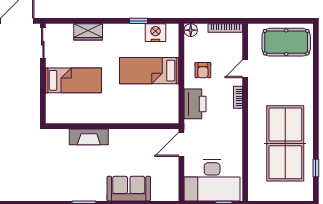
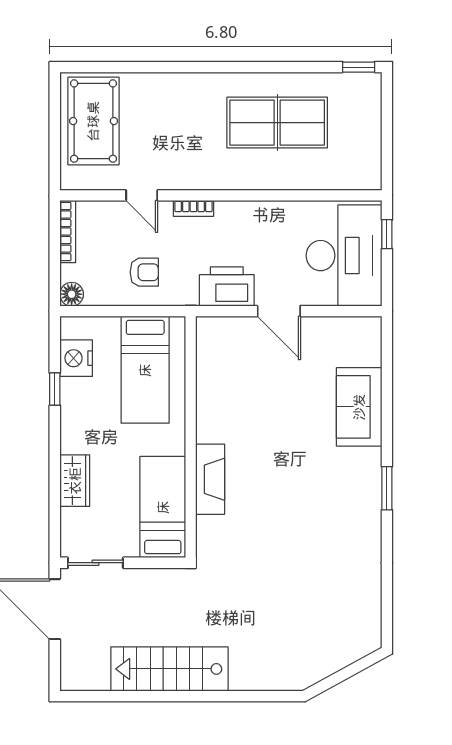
printer: (195, 104) -> (227, 286), moved
wall: (112, 126) -> (191, 437), moved
fireplace: (89, 137) -> (210, 479), moved
table tennis table: (285, 143) -> (277, 123), width x0.73, depth x0.76
window: (316, 168) -> (359, 67), moved

